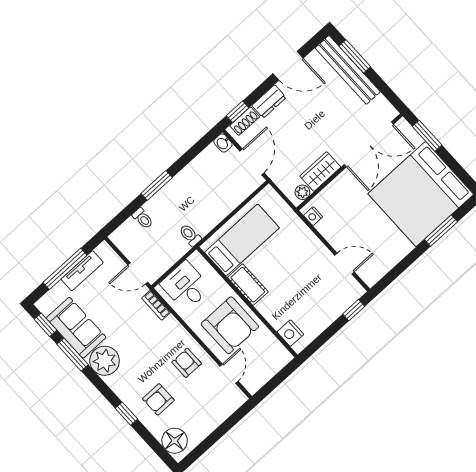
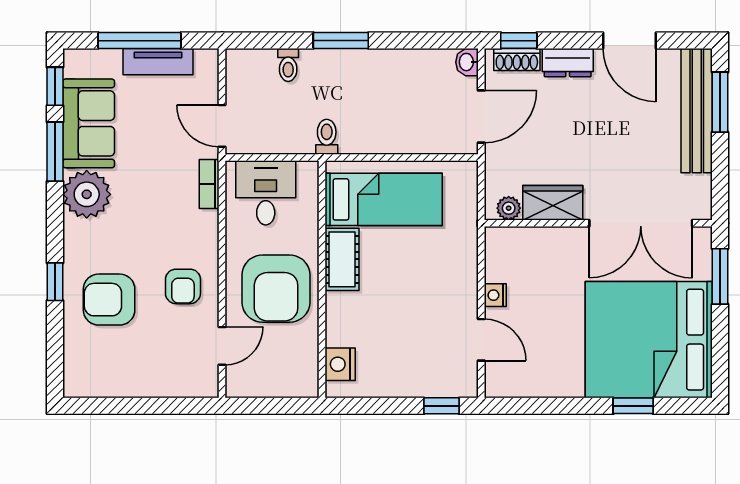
nightstand: (313, 216) -> (495, 295), moved
window: (441, 231) -> (633, 406), width x0.67
armchair: (187, 363) -> (183, 286), turned 180
armchair: (158, 399) -> (109, 300), width x1.38, depth x1.38
floor lamp: (175, 441) -> (83, 367), removed

